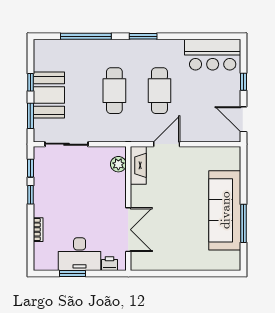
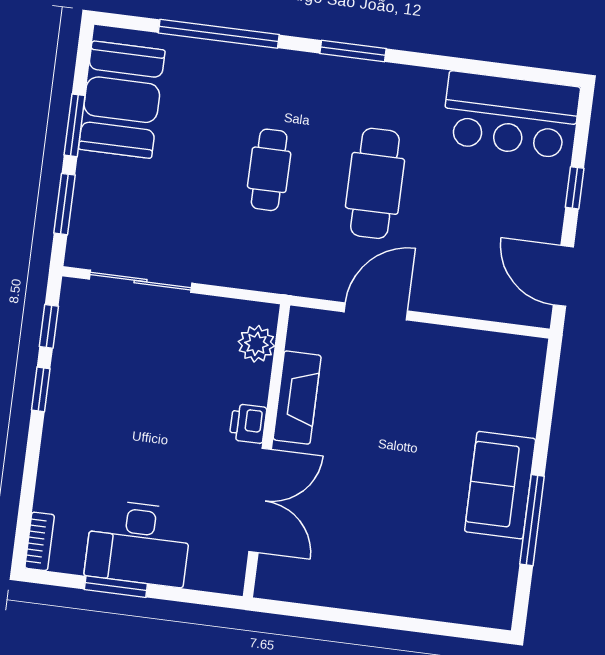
window: (30, 82) -> (75, 125), width x1.50
cafe table: (114, 91) -> (269, 170), width x0.73, depth x0.74
booth: (49, 95) -> (122, 100), moved
fireplace: (138, 165) -> (297, 398), moved
sofa: (225, 210) -> (500, 485), width x0.54, depth x0.79
bookcase: (38, 230) -> (40, 541), moved
printer: (110, 264) -> (248, 423), moved, turned -90

